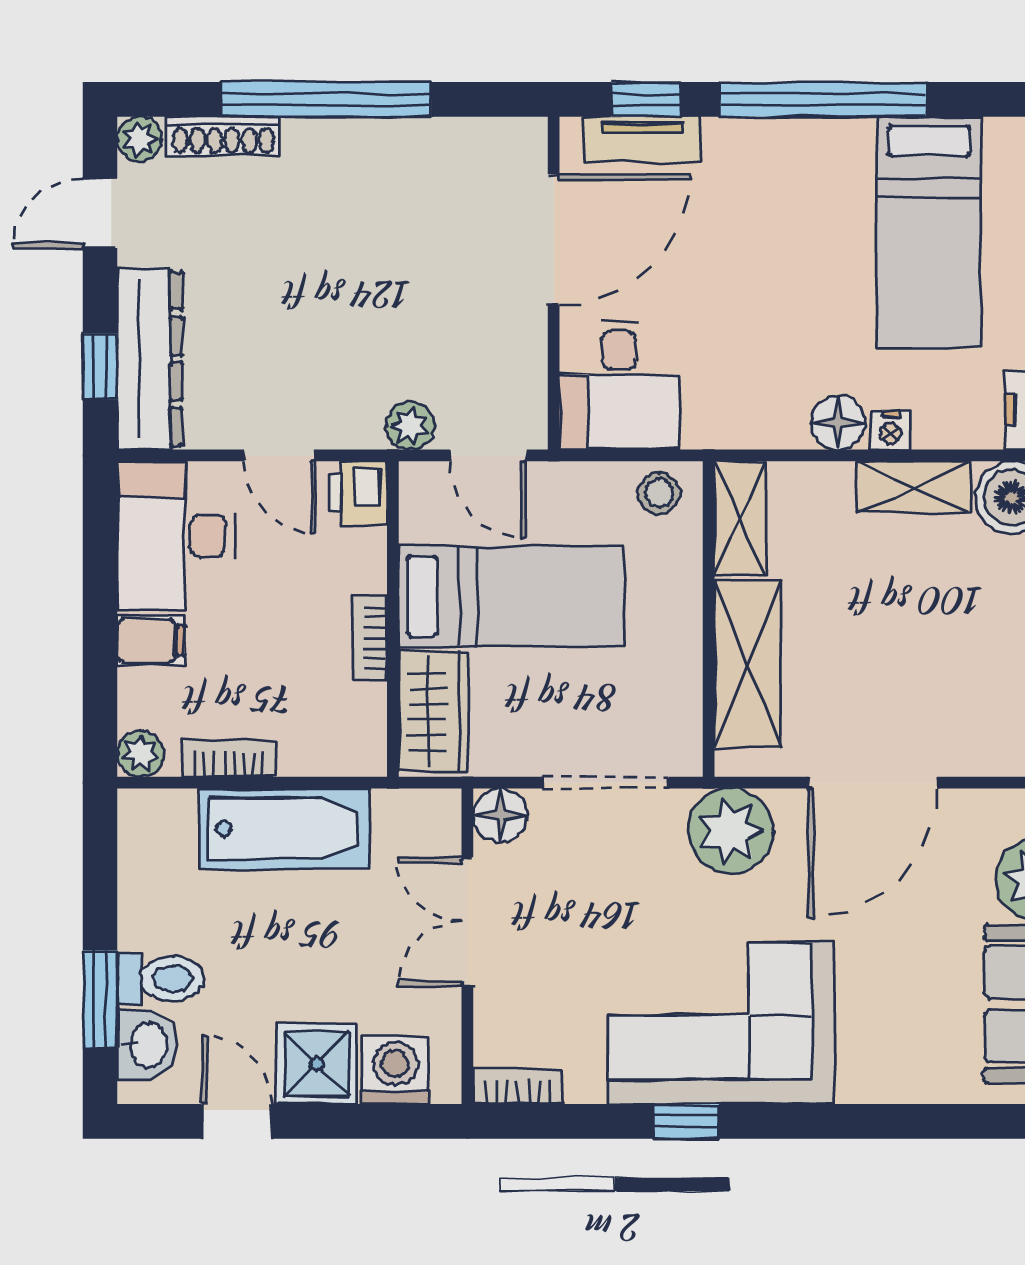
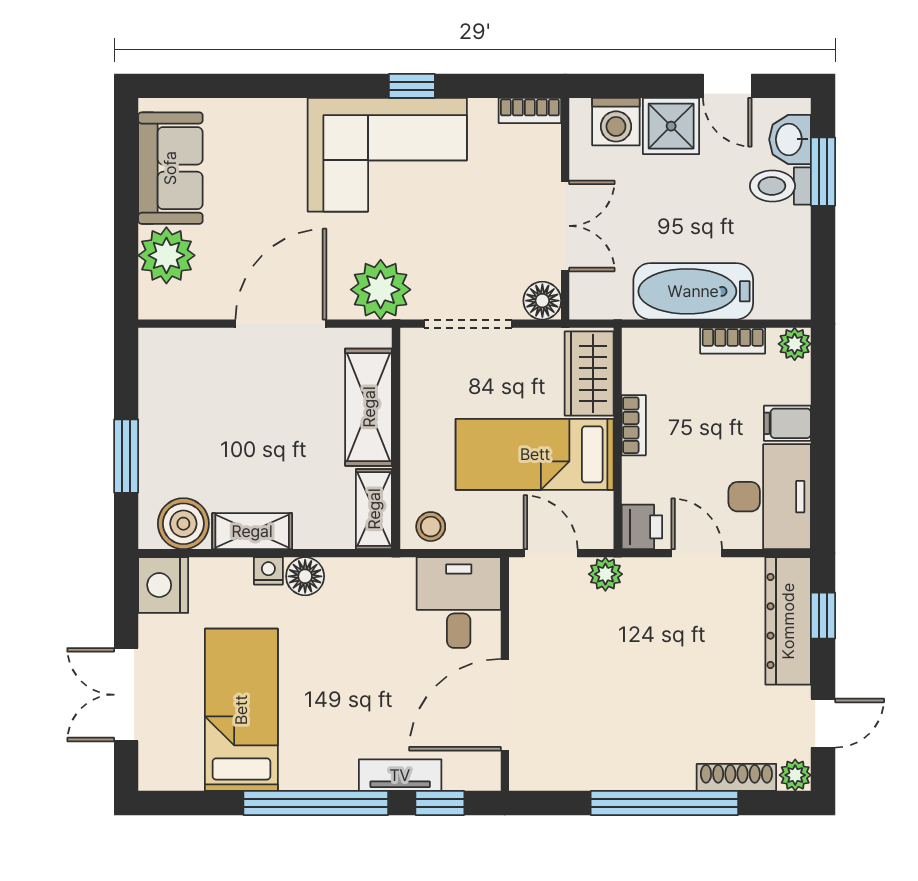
tv unit: (642, 139) -> (400, 775), moved

